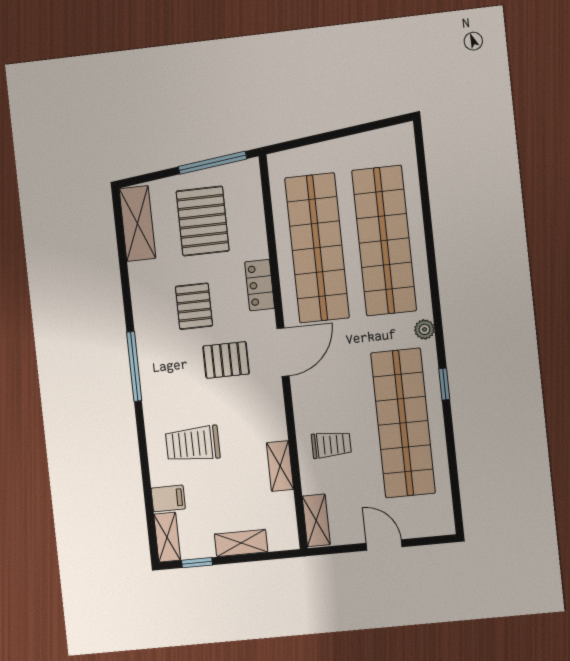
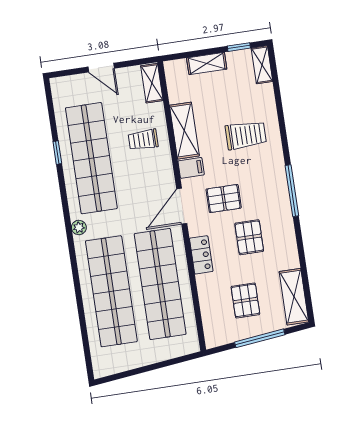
window: (212, 163) -> (260, 338), moved
pallet: (203, 221) -> (245, 300), width x0.67, depth x0.71
window: (444, 384) -> (57, 153), moved
shelving: (280, 466) -> (184, 131), width x1.50, depth x1.33
filing cabinet: (168, 498) -> (191, 168), moved, turned 180

